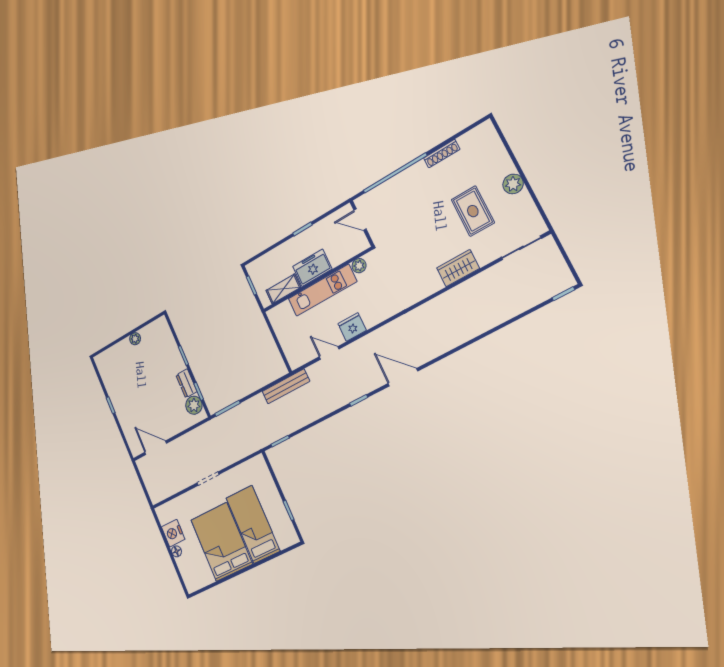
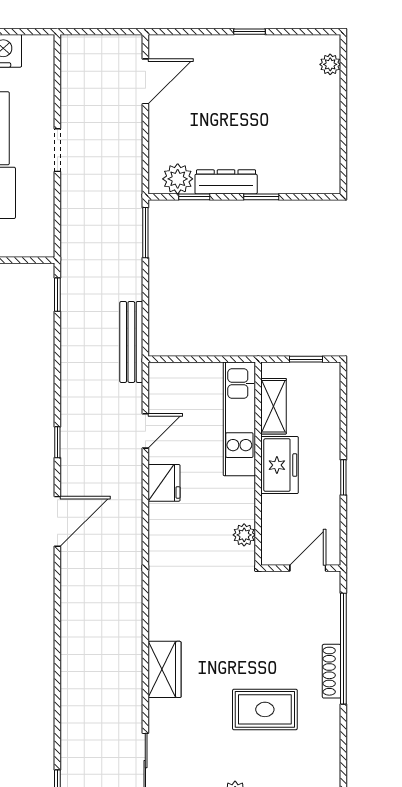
shoe rack: (442, 154) -> (332, 671), moved
rug: (473, 211) -> (265, 709), moved
kitchen unit: (322, 290) -> (239, 419), moved
plant: (135, 339) -> (330, 64), moved
dresser: (186, 383) -> (226, 182), width x1.44

